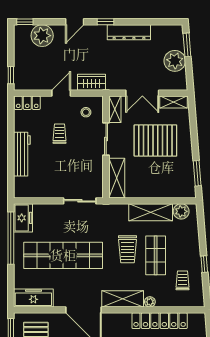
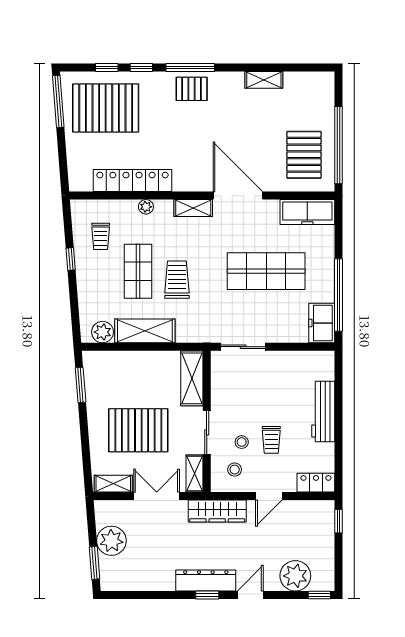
dresser: (129, 32) -> (206, 580), moved
wardrobe: (92, 82) -> (217, 511), width x1.50
stool: (81, 132) -> (242, 442), added
shop shelf: (63, 255) -> (266, 271), width x0.71
shelving: (123, 299) -> (193, 208), width x0.67, depth x0.75

